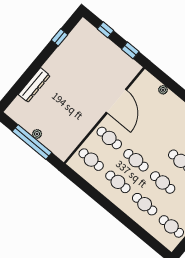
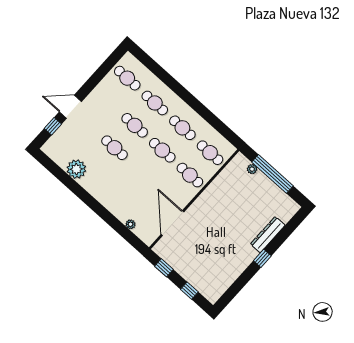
window: (60, 37) -> (262, 258), moved
door: (116, 101) -> (172, 223), moved
plant: (37, 134) -> (252, 169), moved

